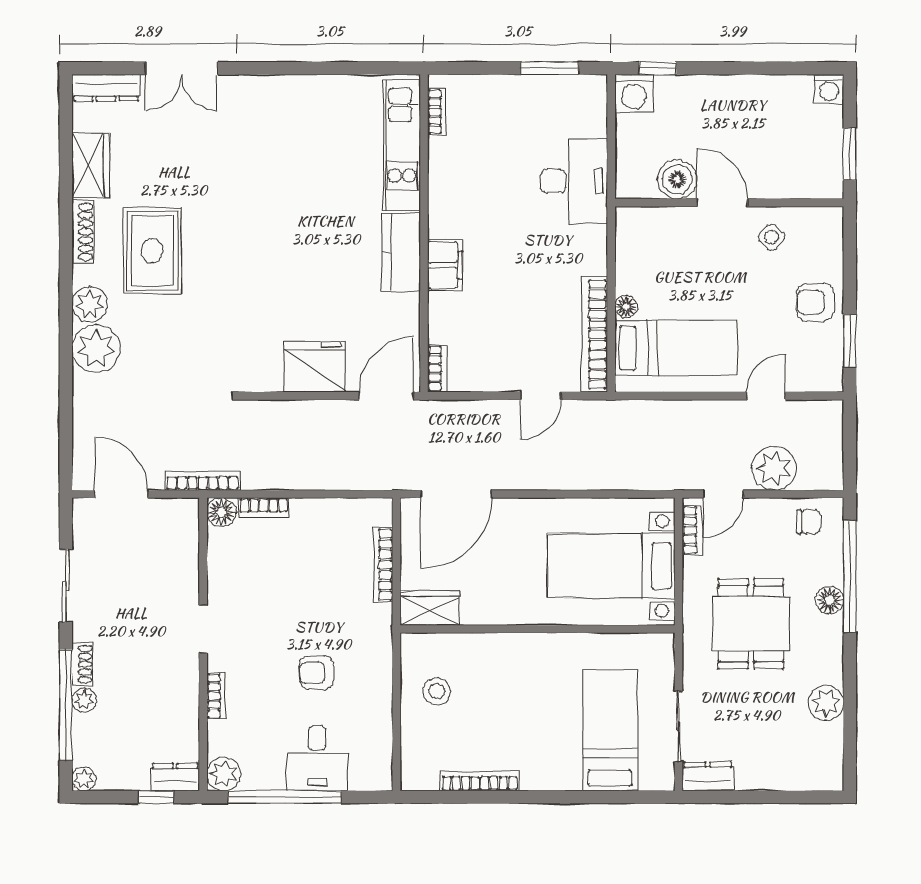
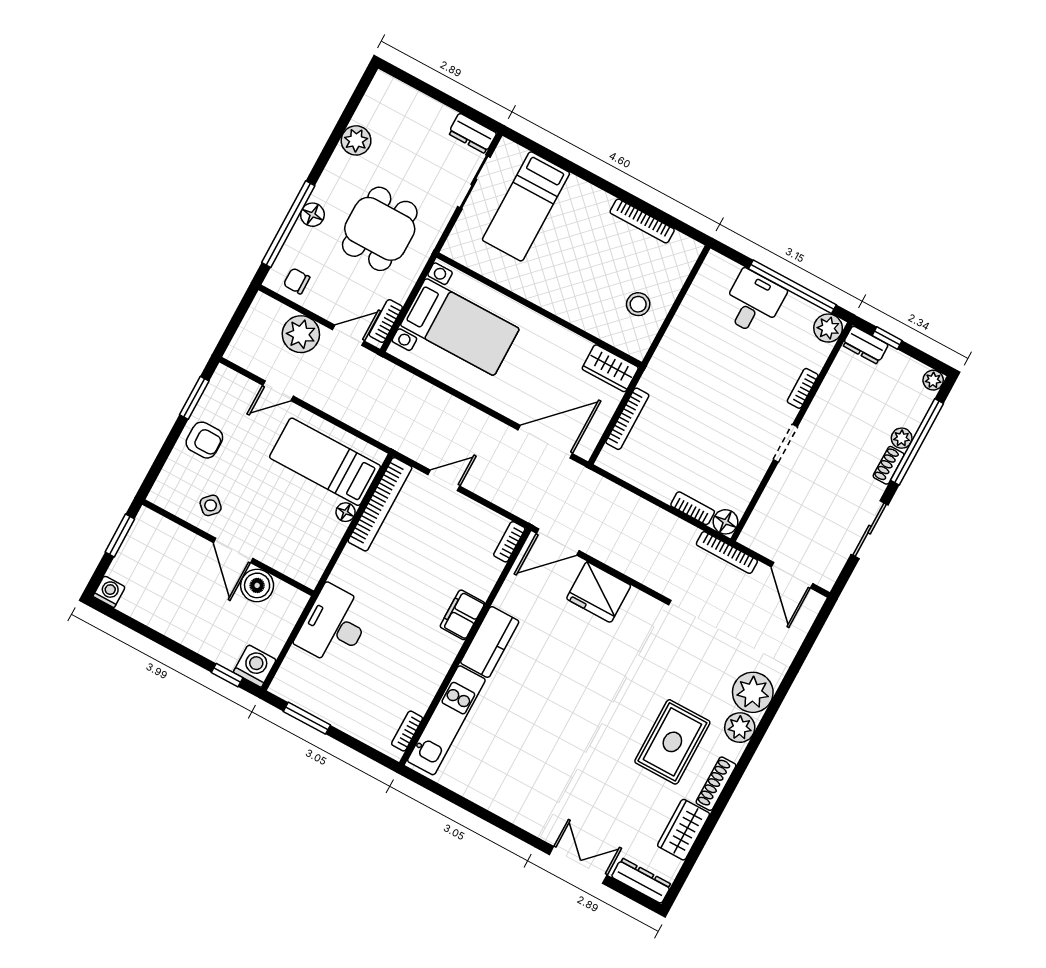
armchair: (316, 673) -> (719, 366), removed

